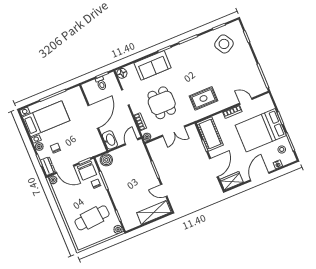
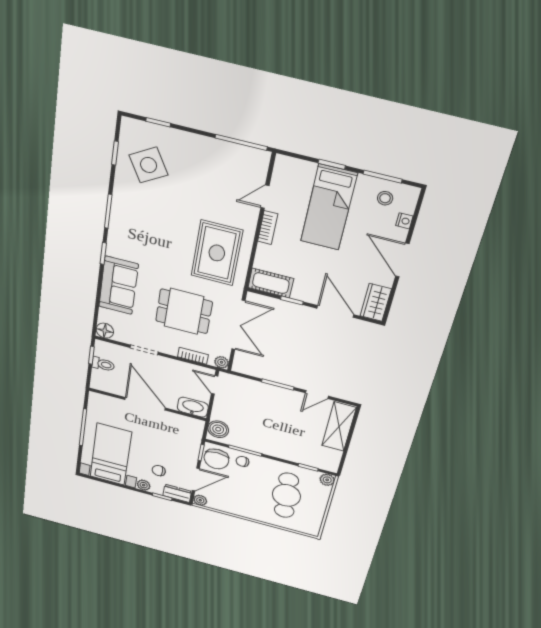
rug: (203, 98) -> (217, 253), width x1.36, depth x1.43
bed: (261, 130) -> (329, 207), width x0.67
double door: (174, 131) -> (238, 325), width x1.37
cot: (210, 134) -> (271, 283), width x0.73, depth x0.75
chair: (87, 171) -> (216, 459), turned 90

